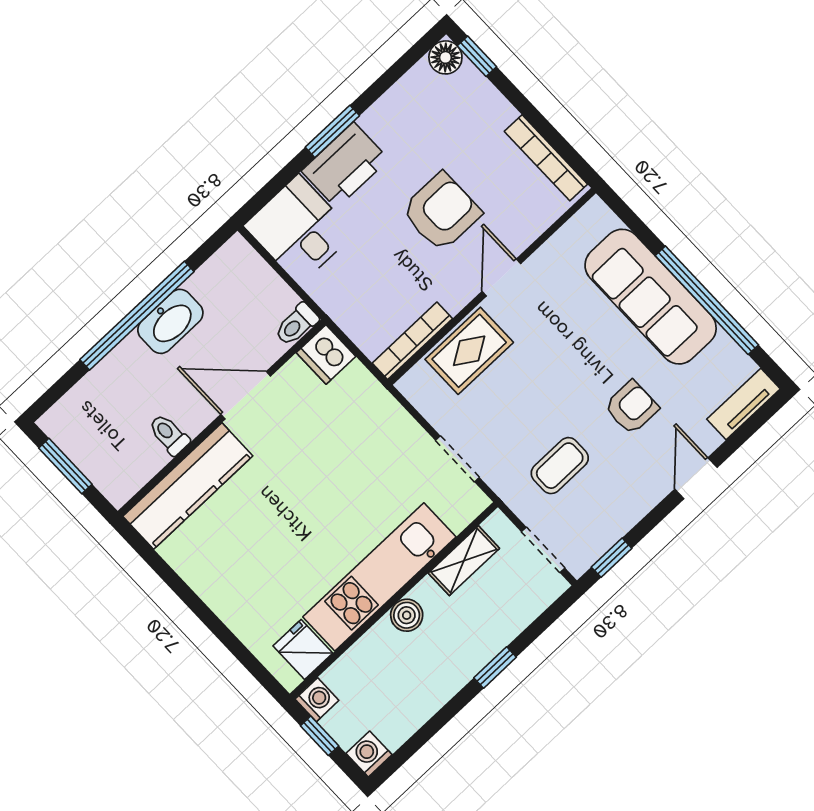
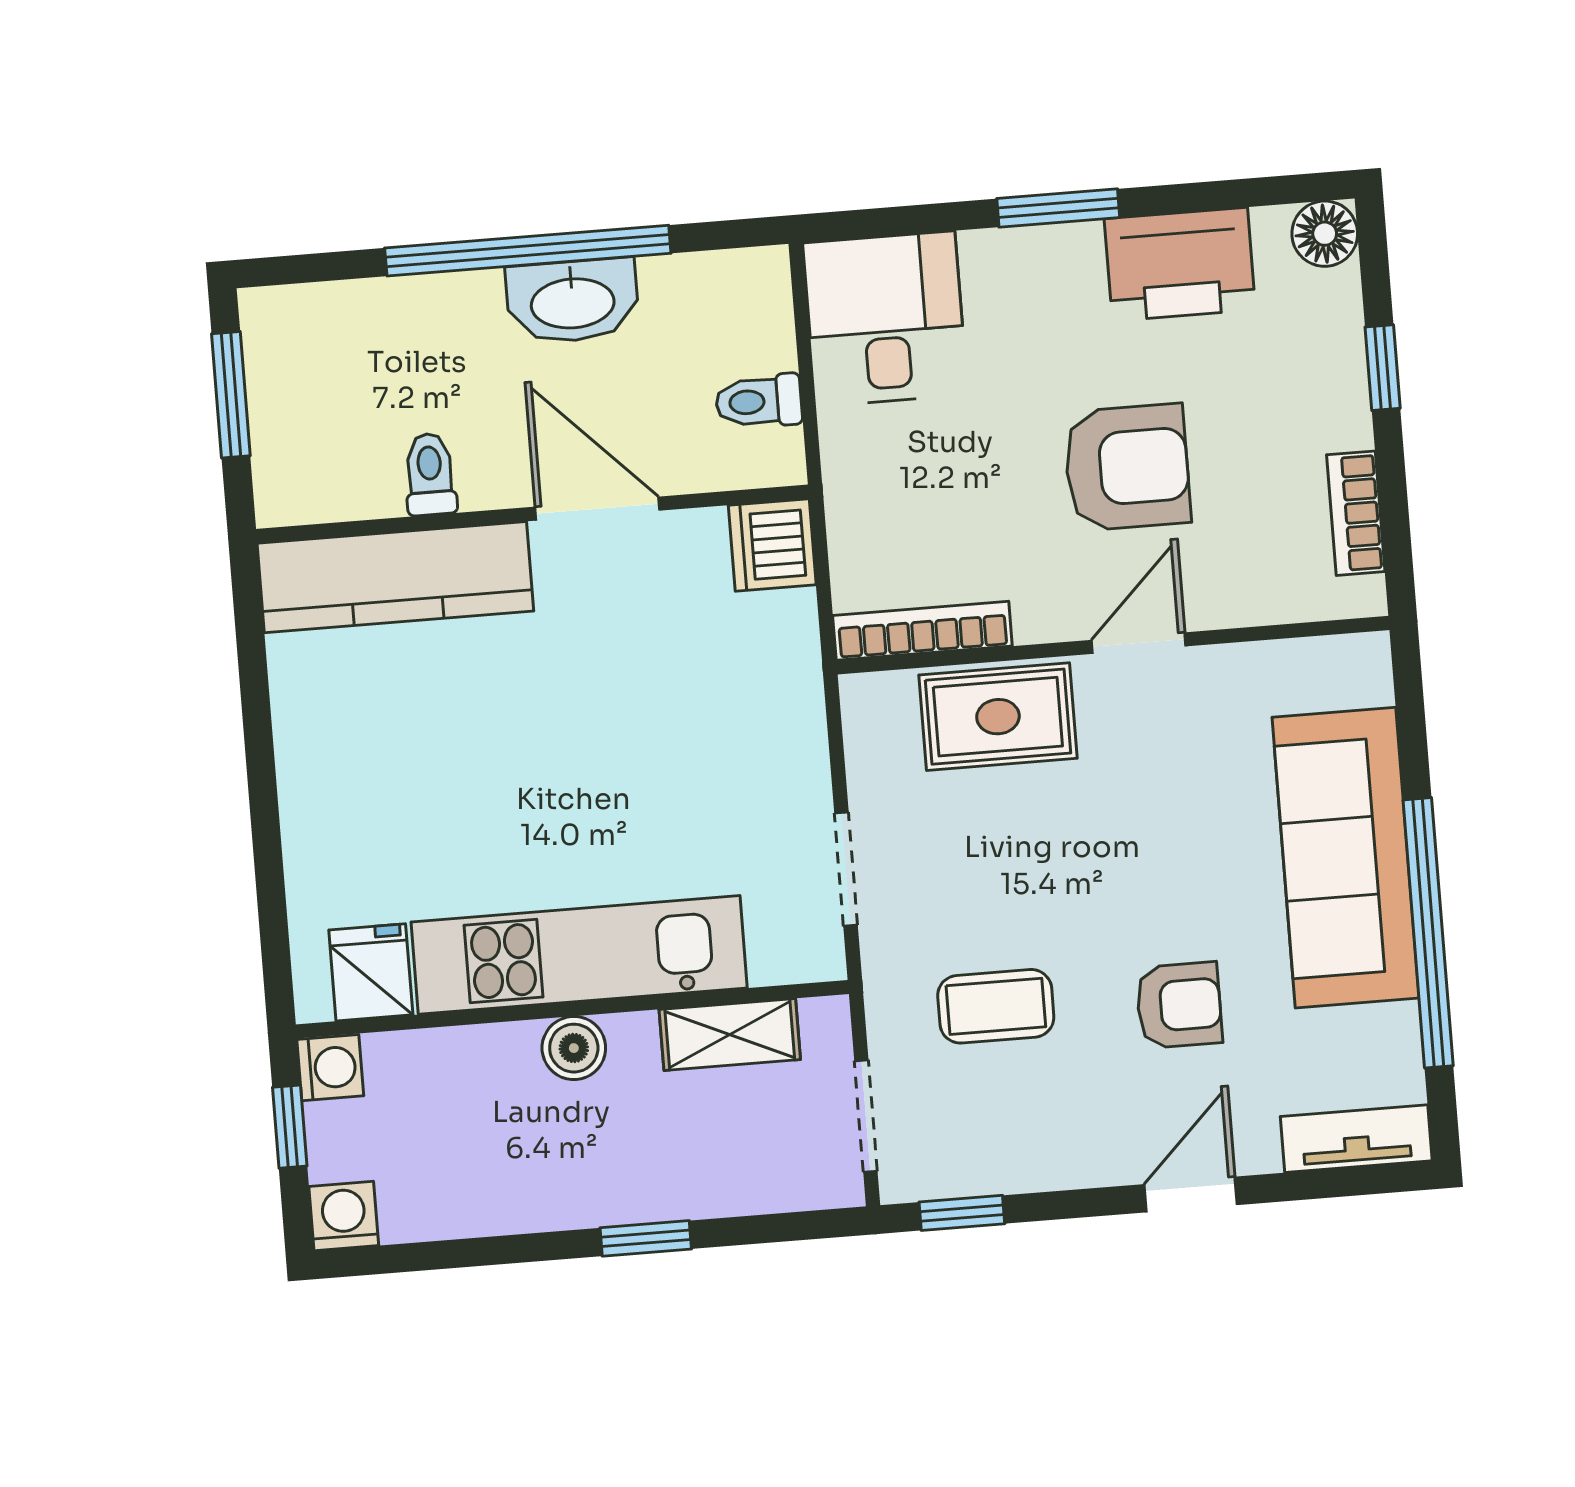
window: (477, 56) -> (1383, 368), moved
bookcase: (546, 158) -> (1356, 513), width x0.64
printer: (345, 165) -> (1180, 264), moved
toilet: (296, 324) -> (759, 401), moved

